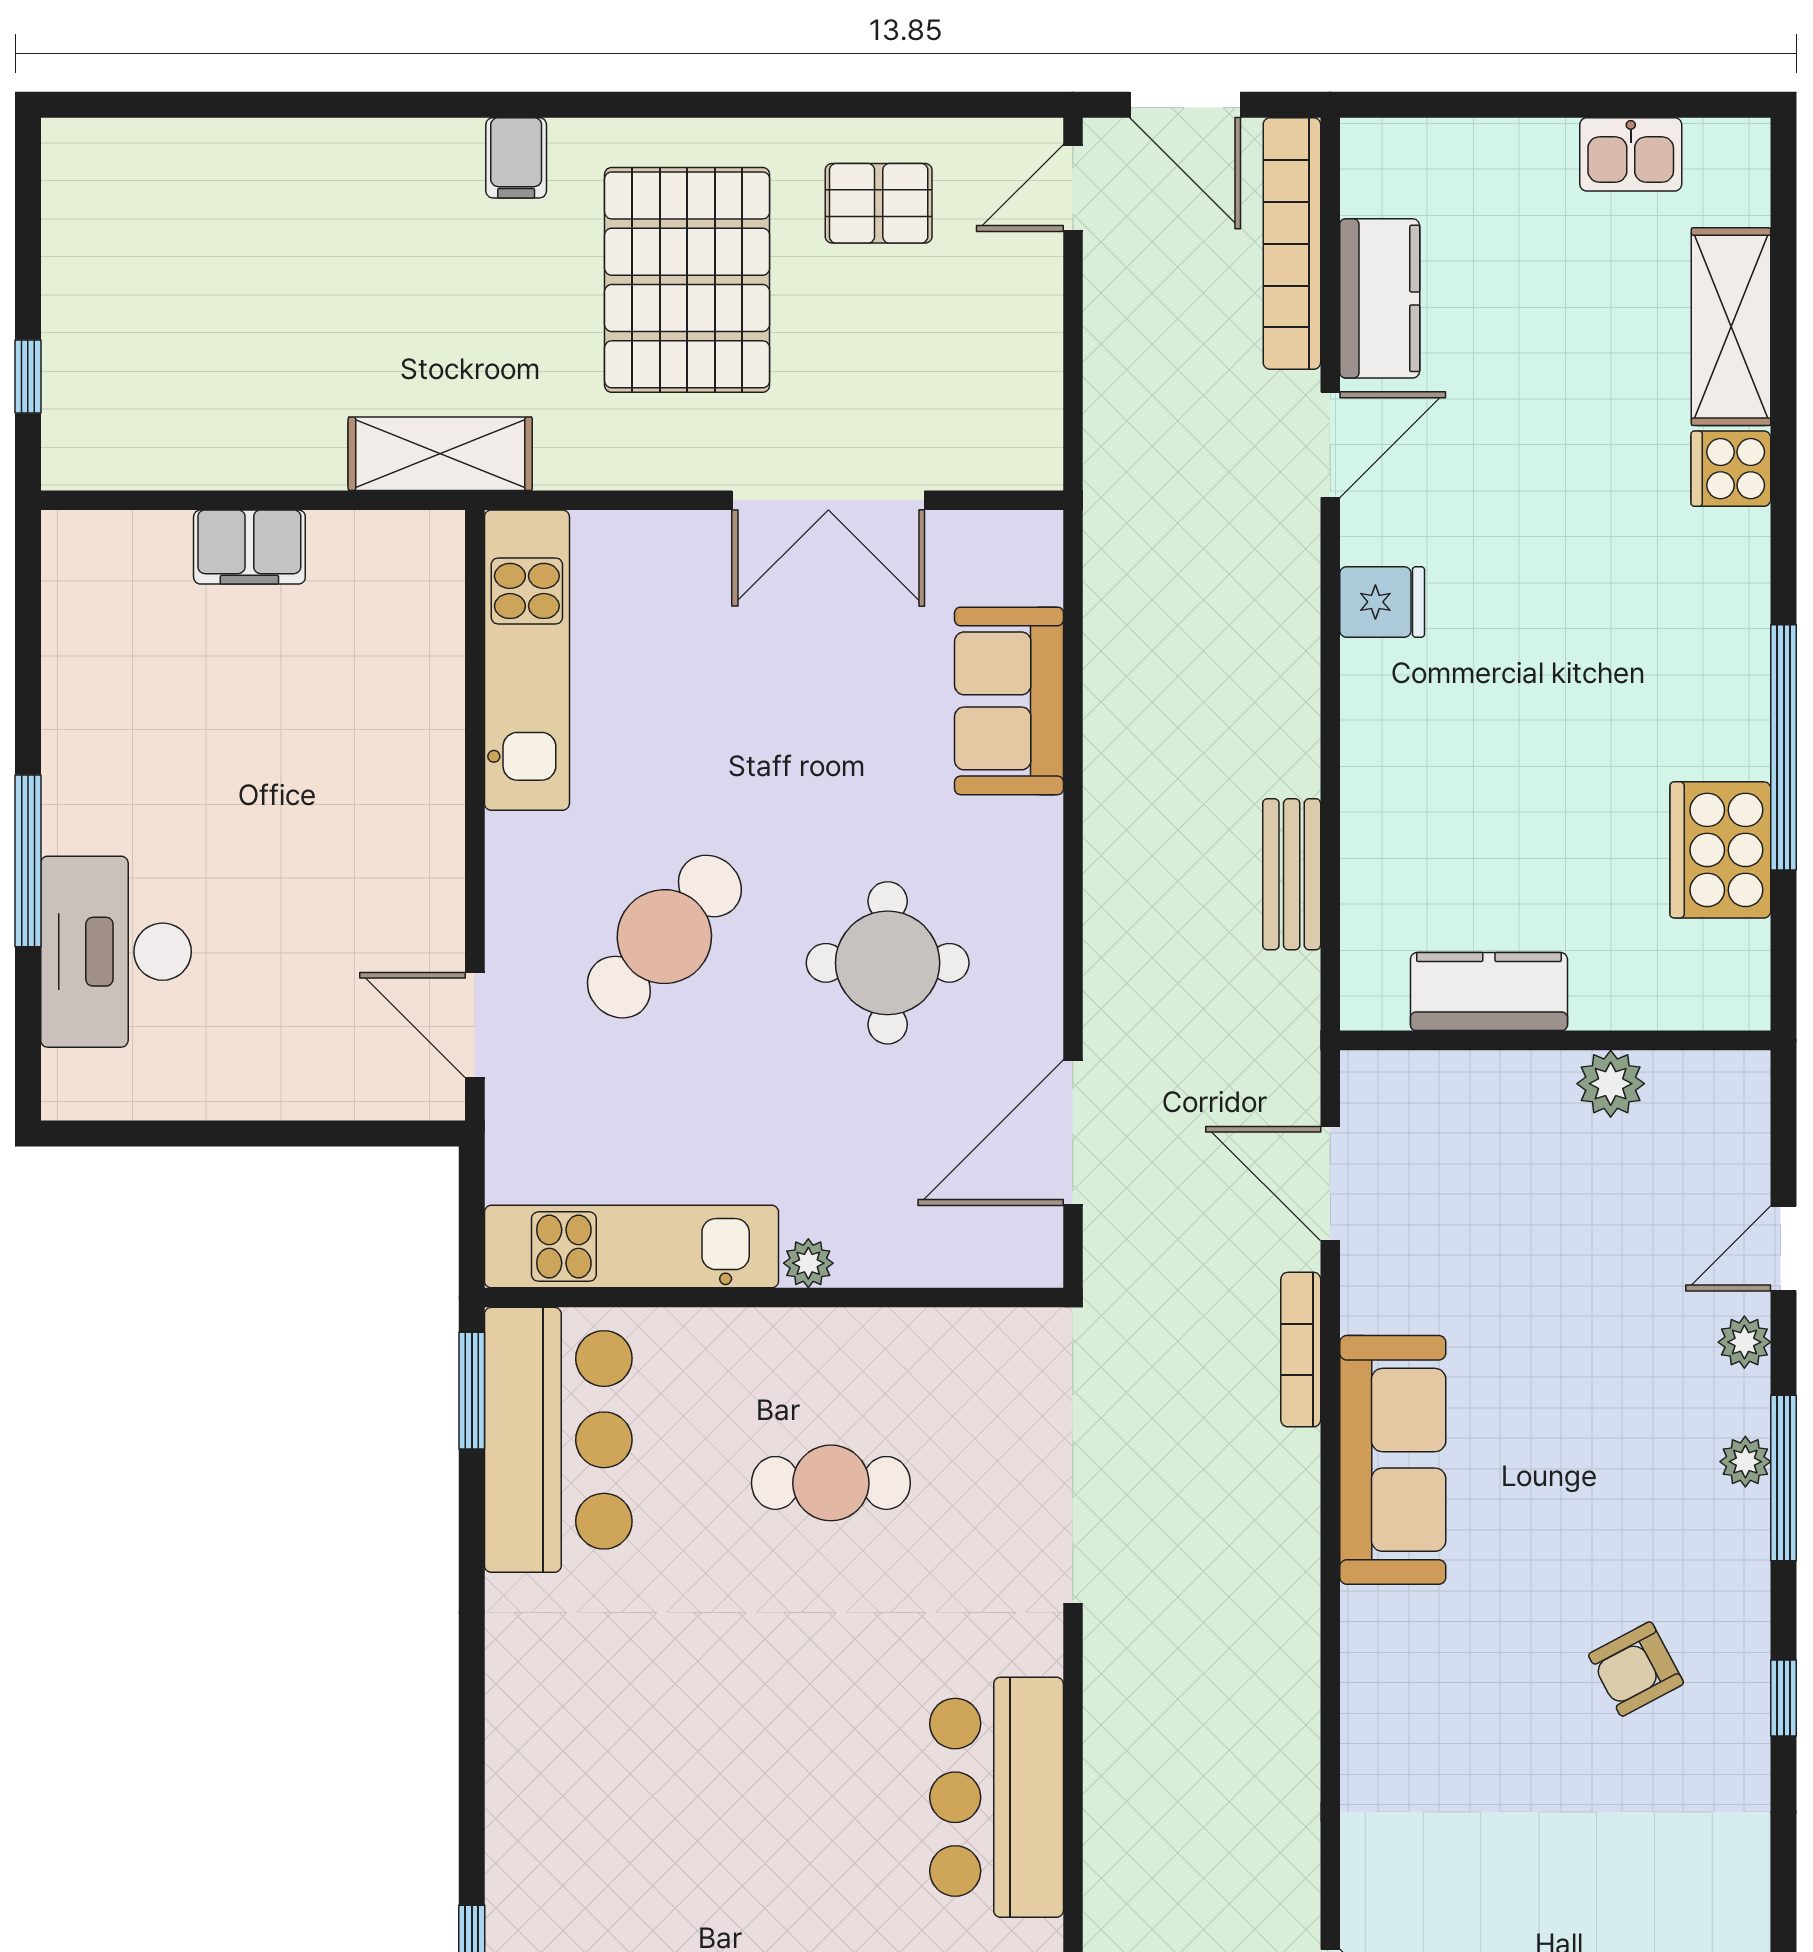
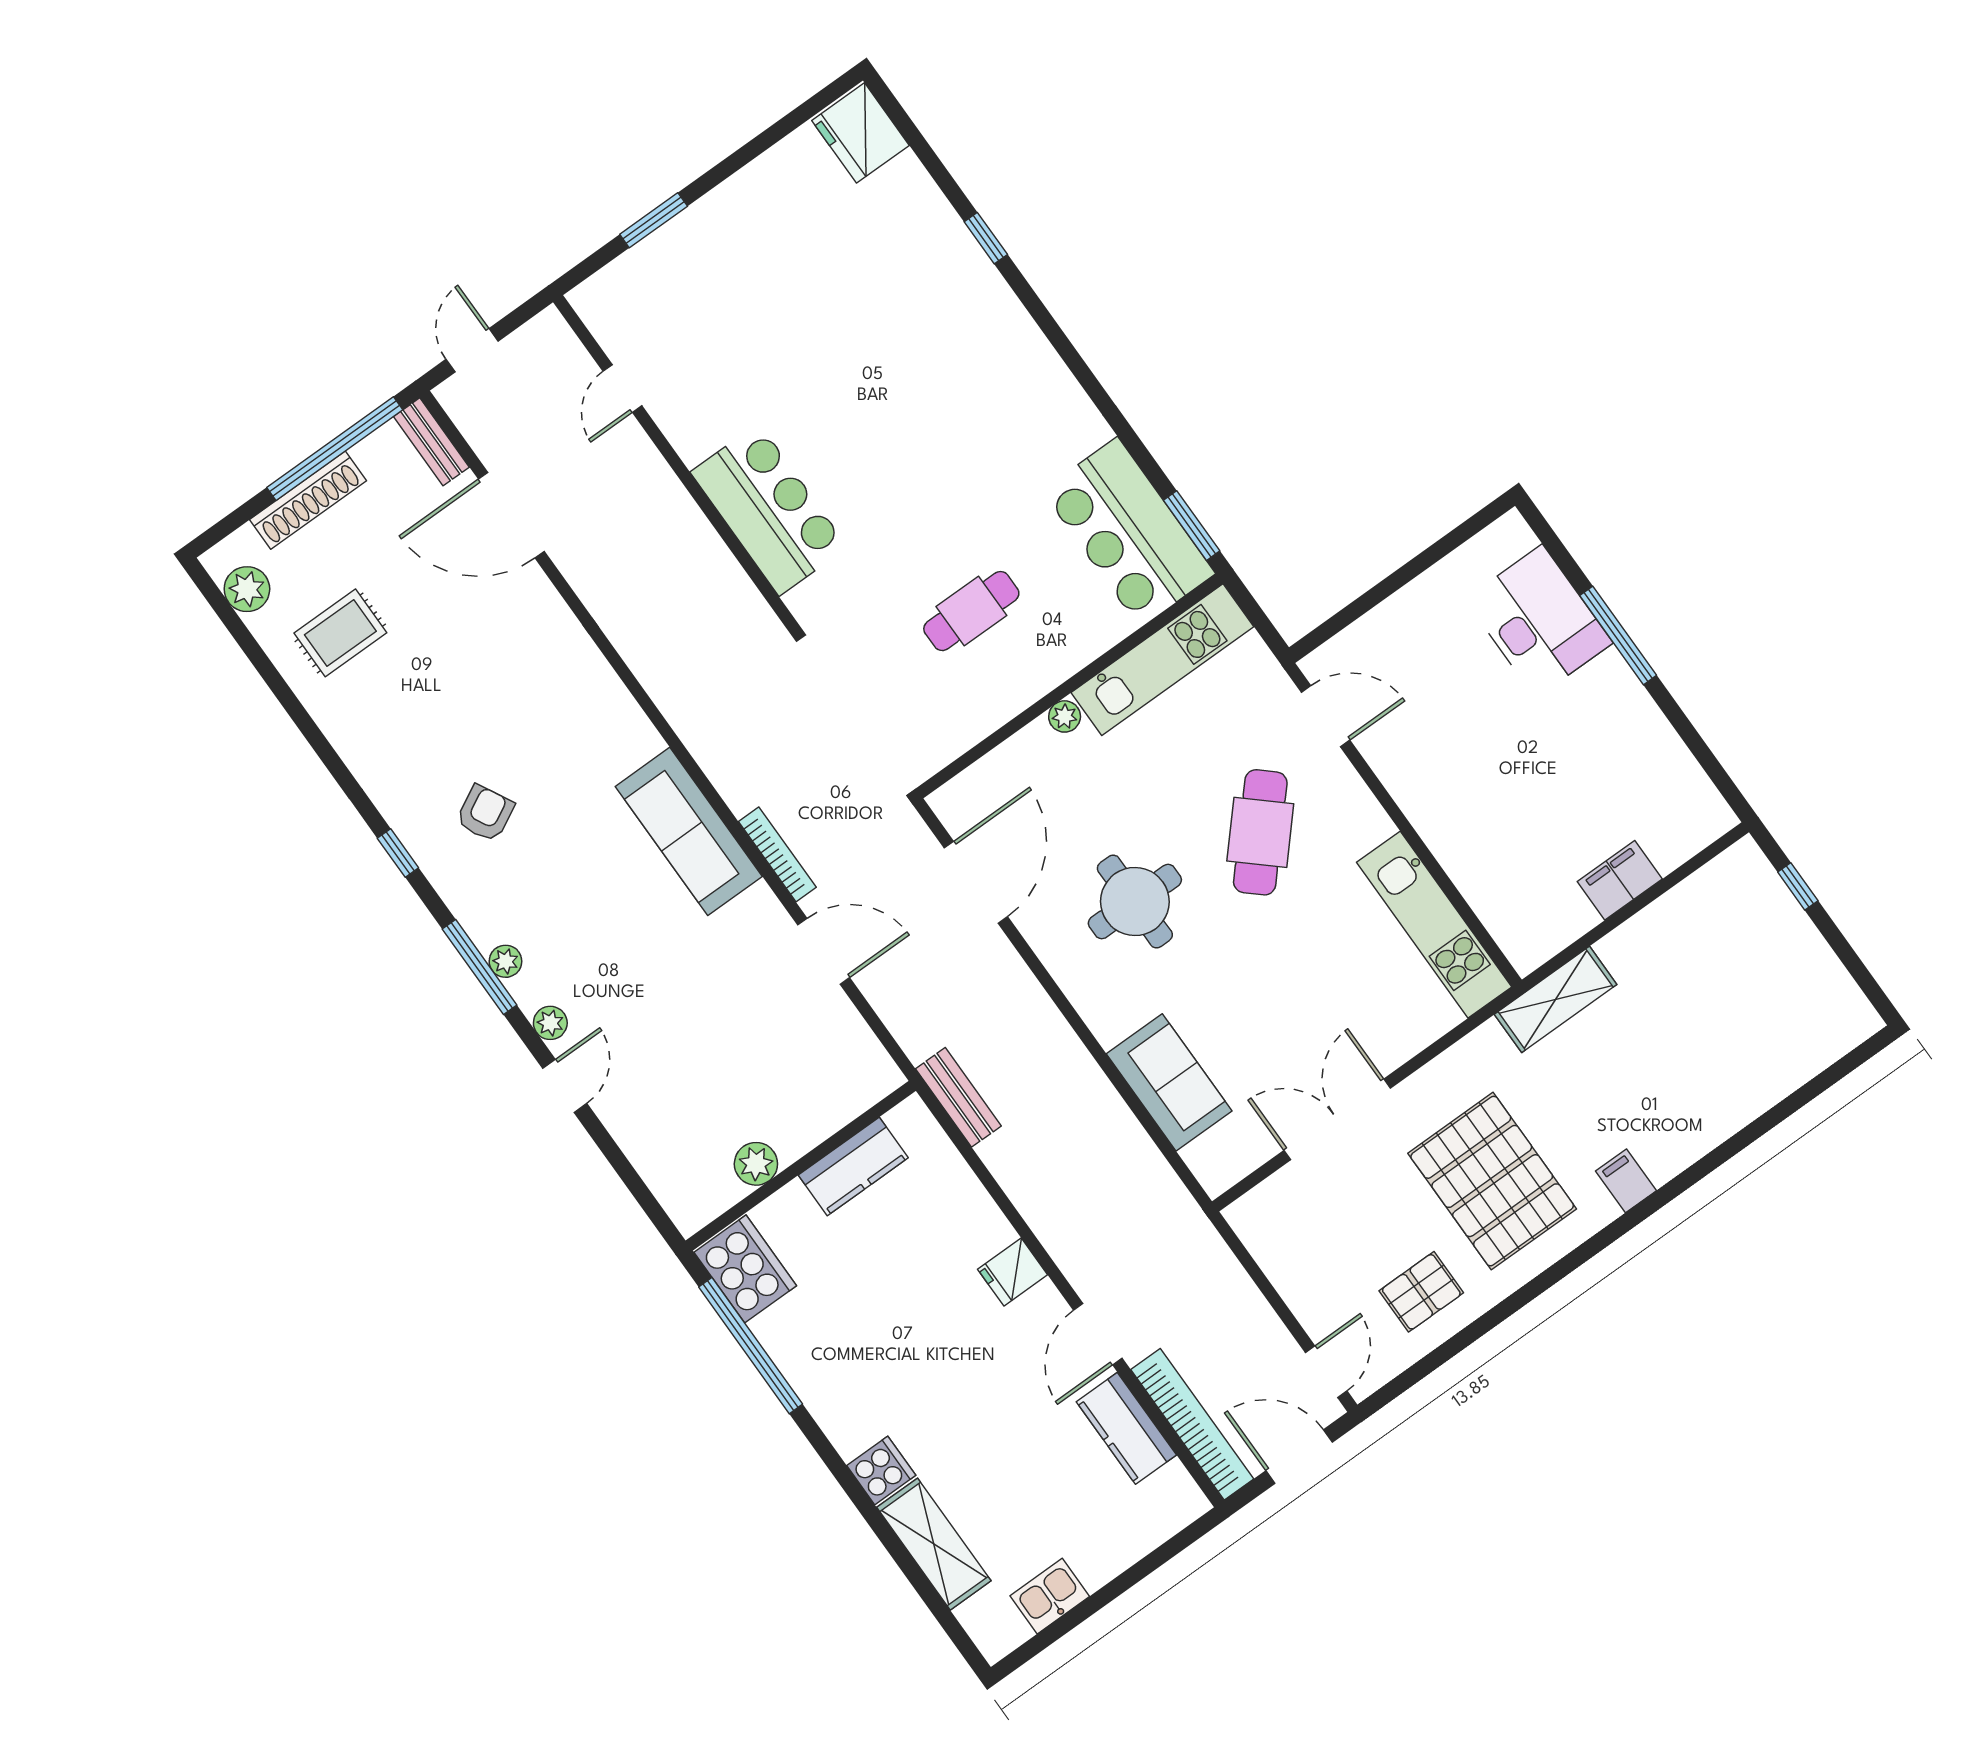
kitchen counter: (1489, 992) -> (853, 1166), moved
wall: (1555, 1040) -> (801, 1166), moved
plant: (1611, 1084) -> (756, 1164), moved

